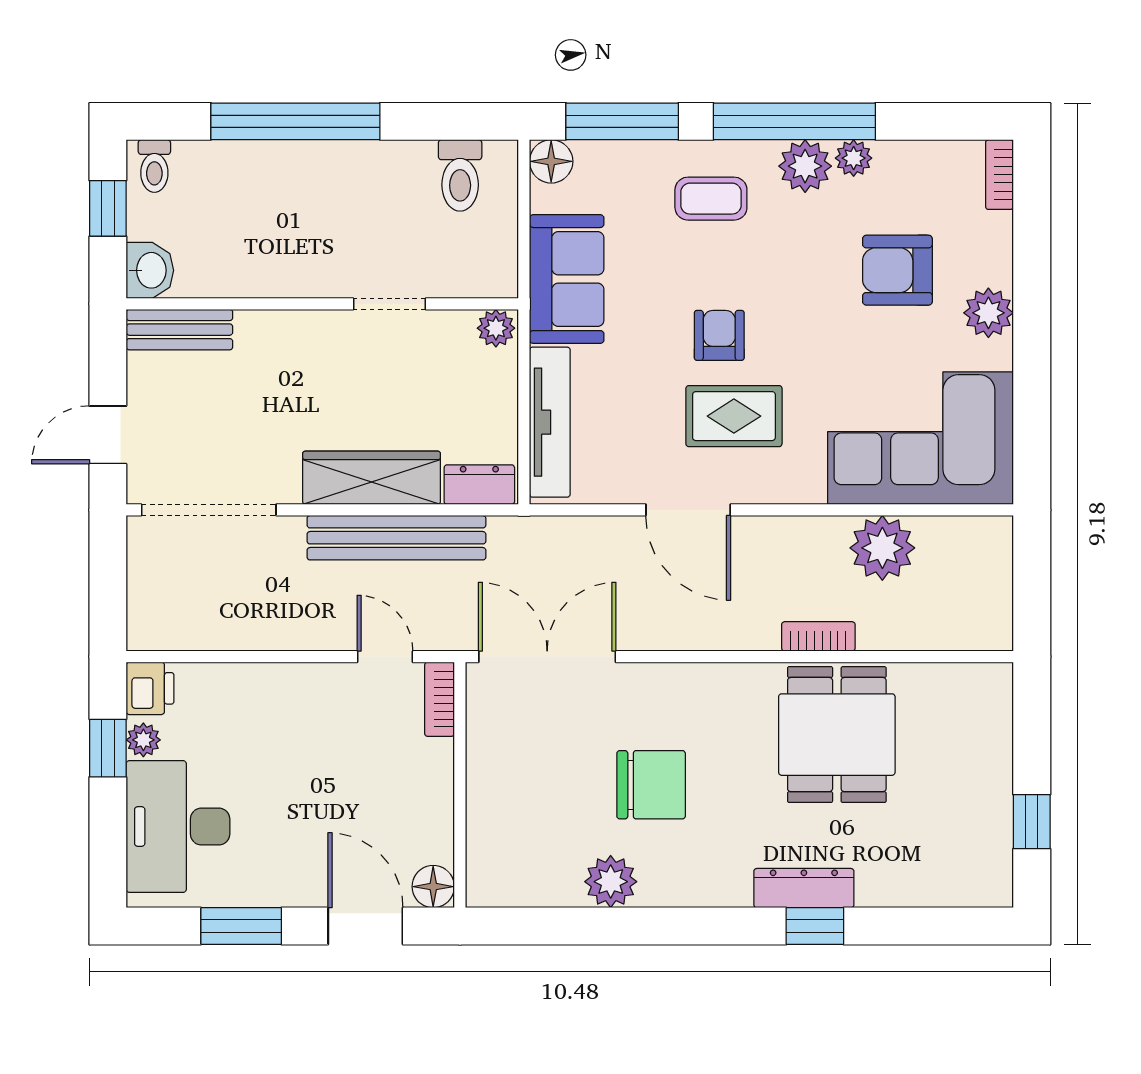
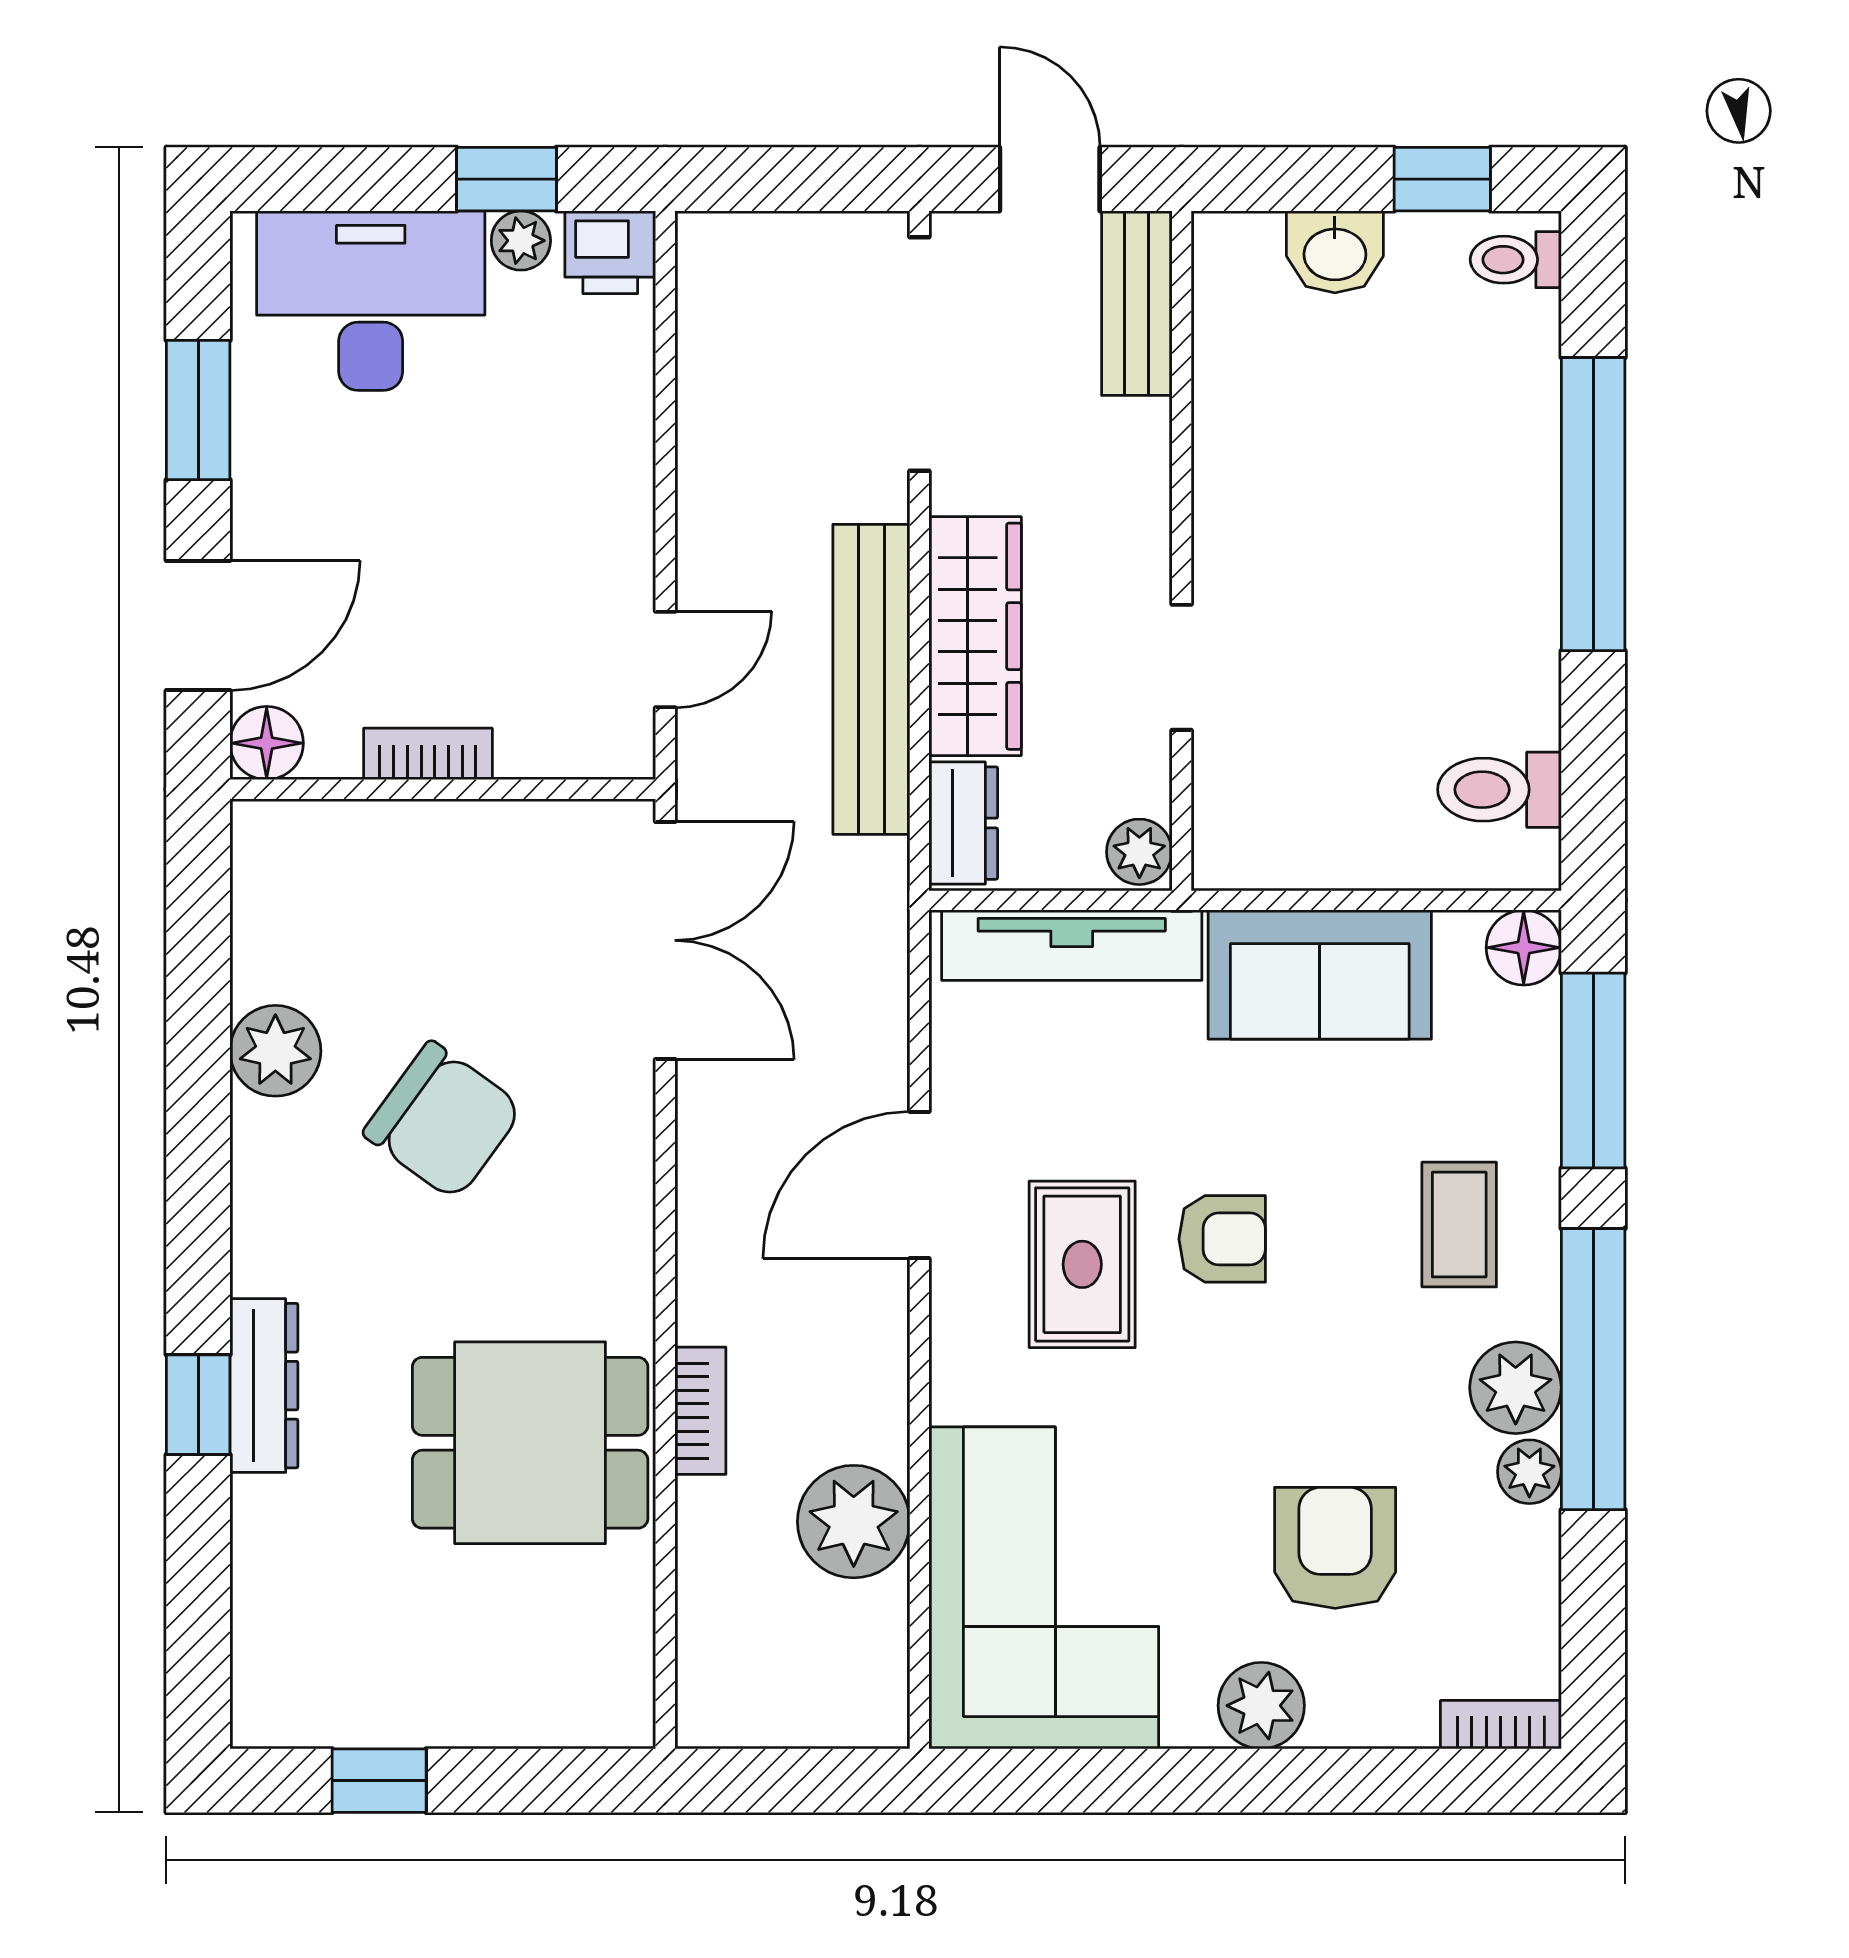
wall: (322, 304) -> (1182, 551), moved
doorway: (389, 304) -> (1182, 667), moved
plant: (496, 328) -> (1139, 852), moved
bench: (179, 330) -> (1137, 303), moved
bookcase: (439, 699) -> (428, 754), moved
chair: (651, 785) -> (443, 1121), turned -54

